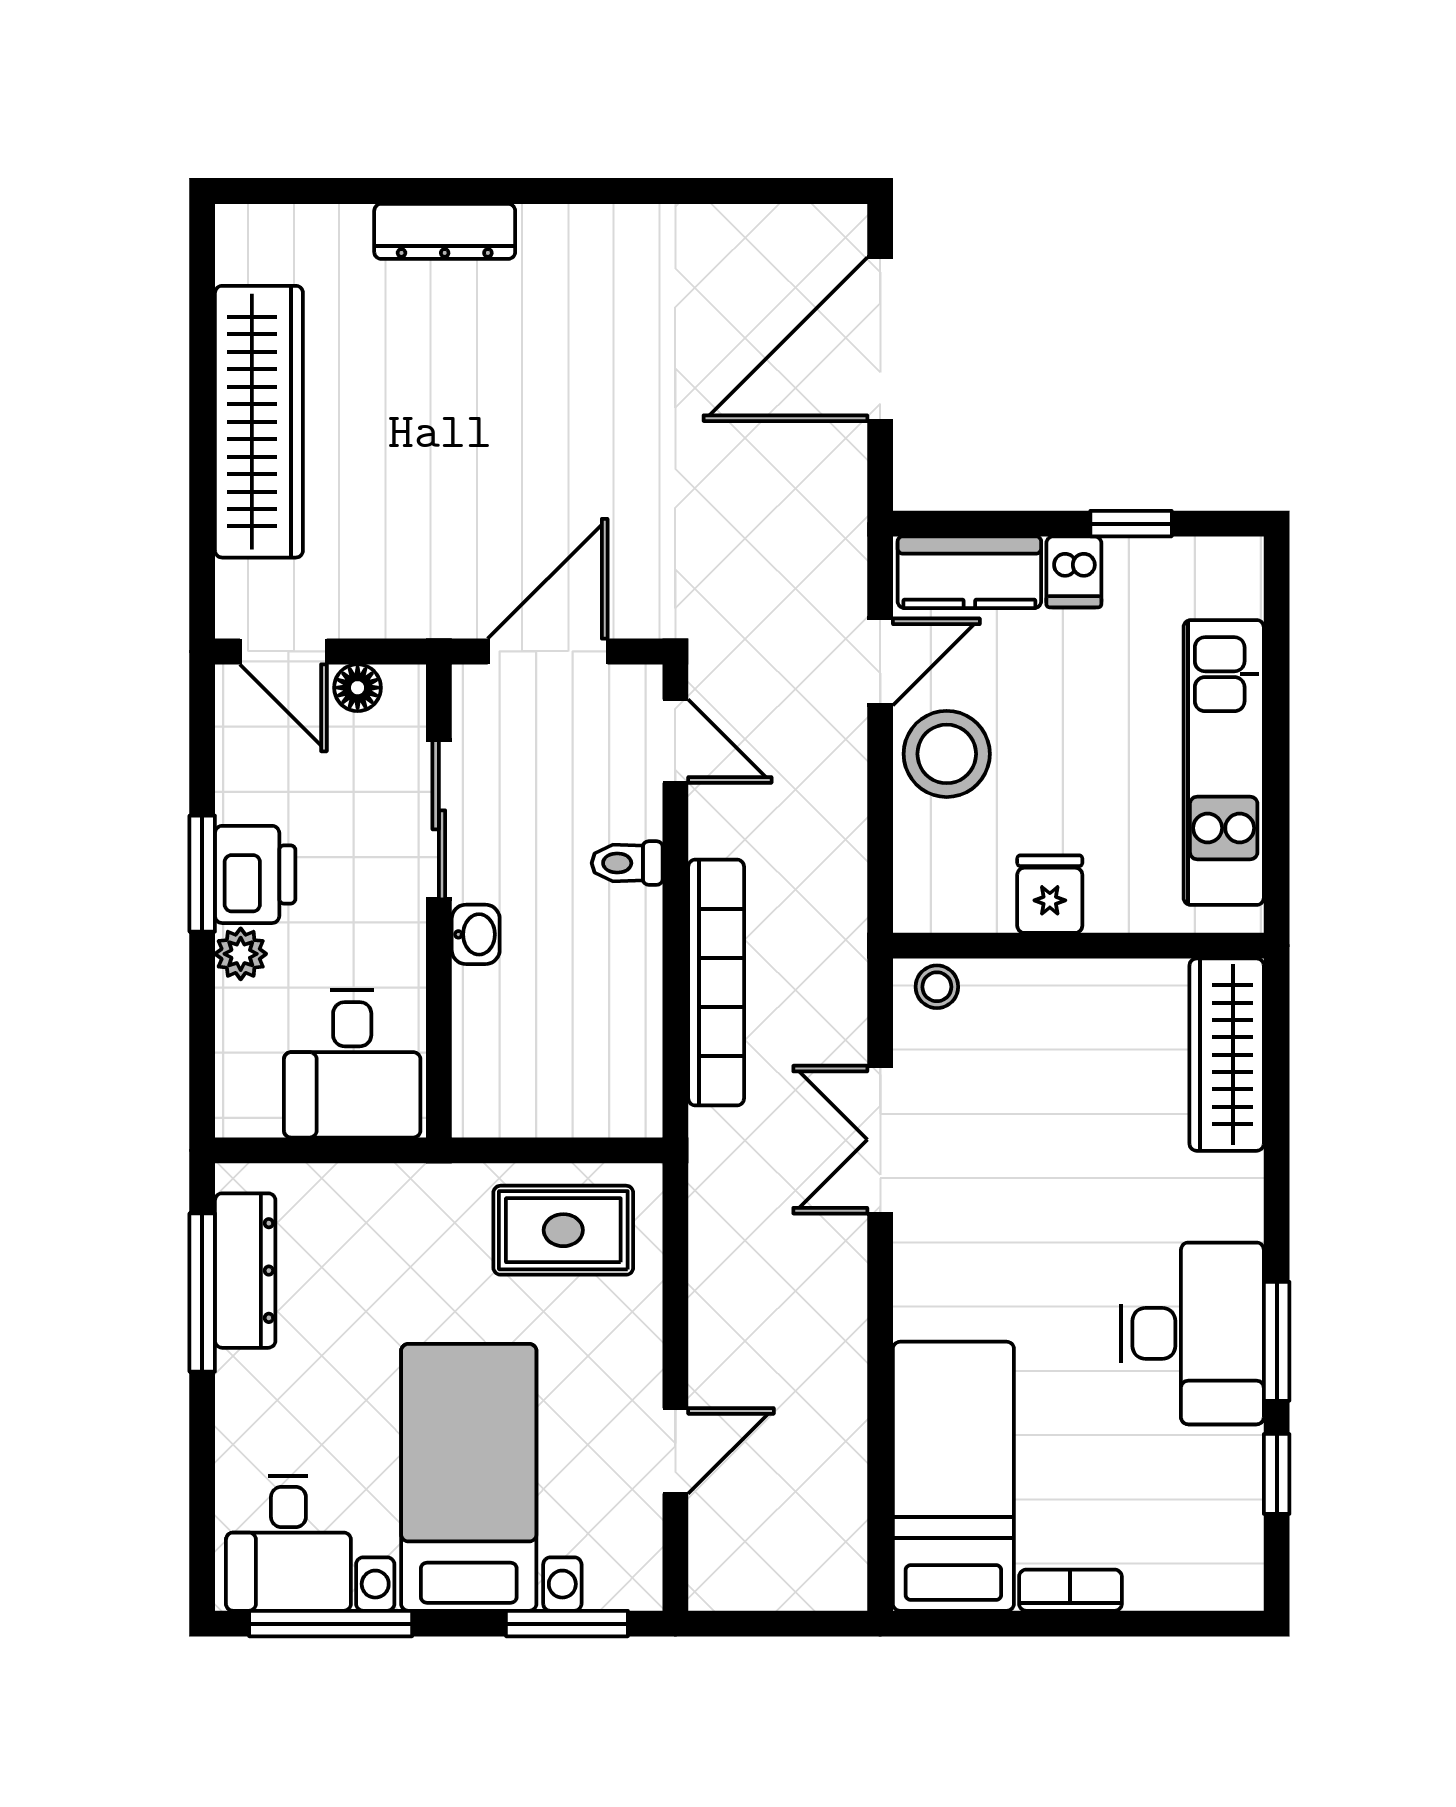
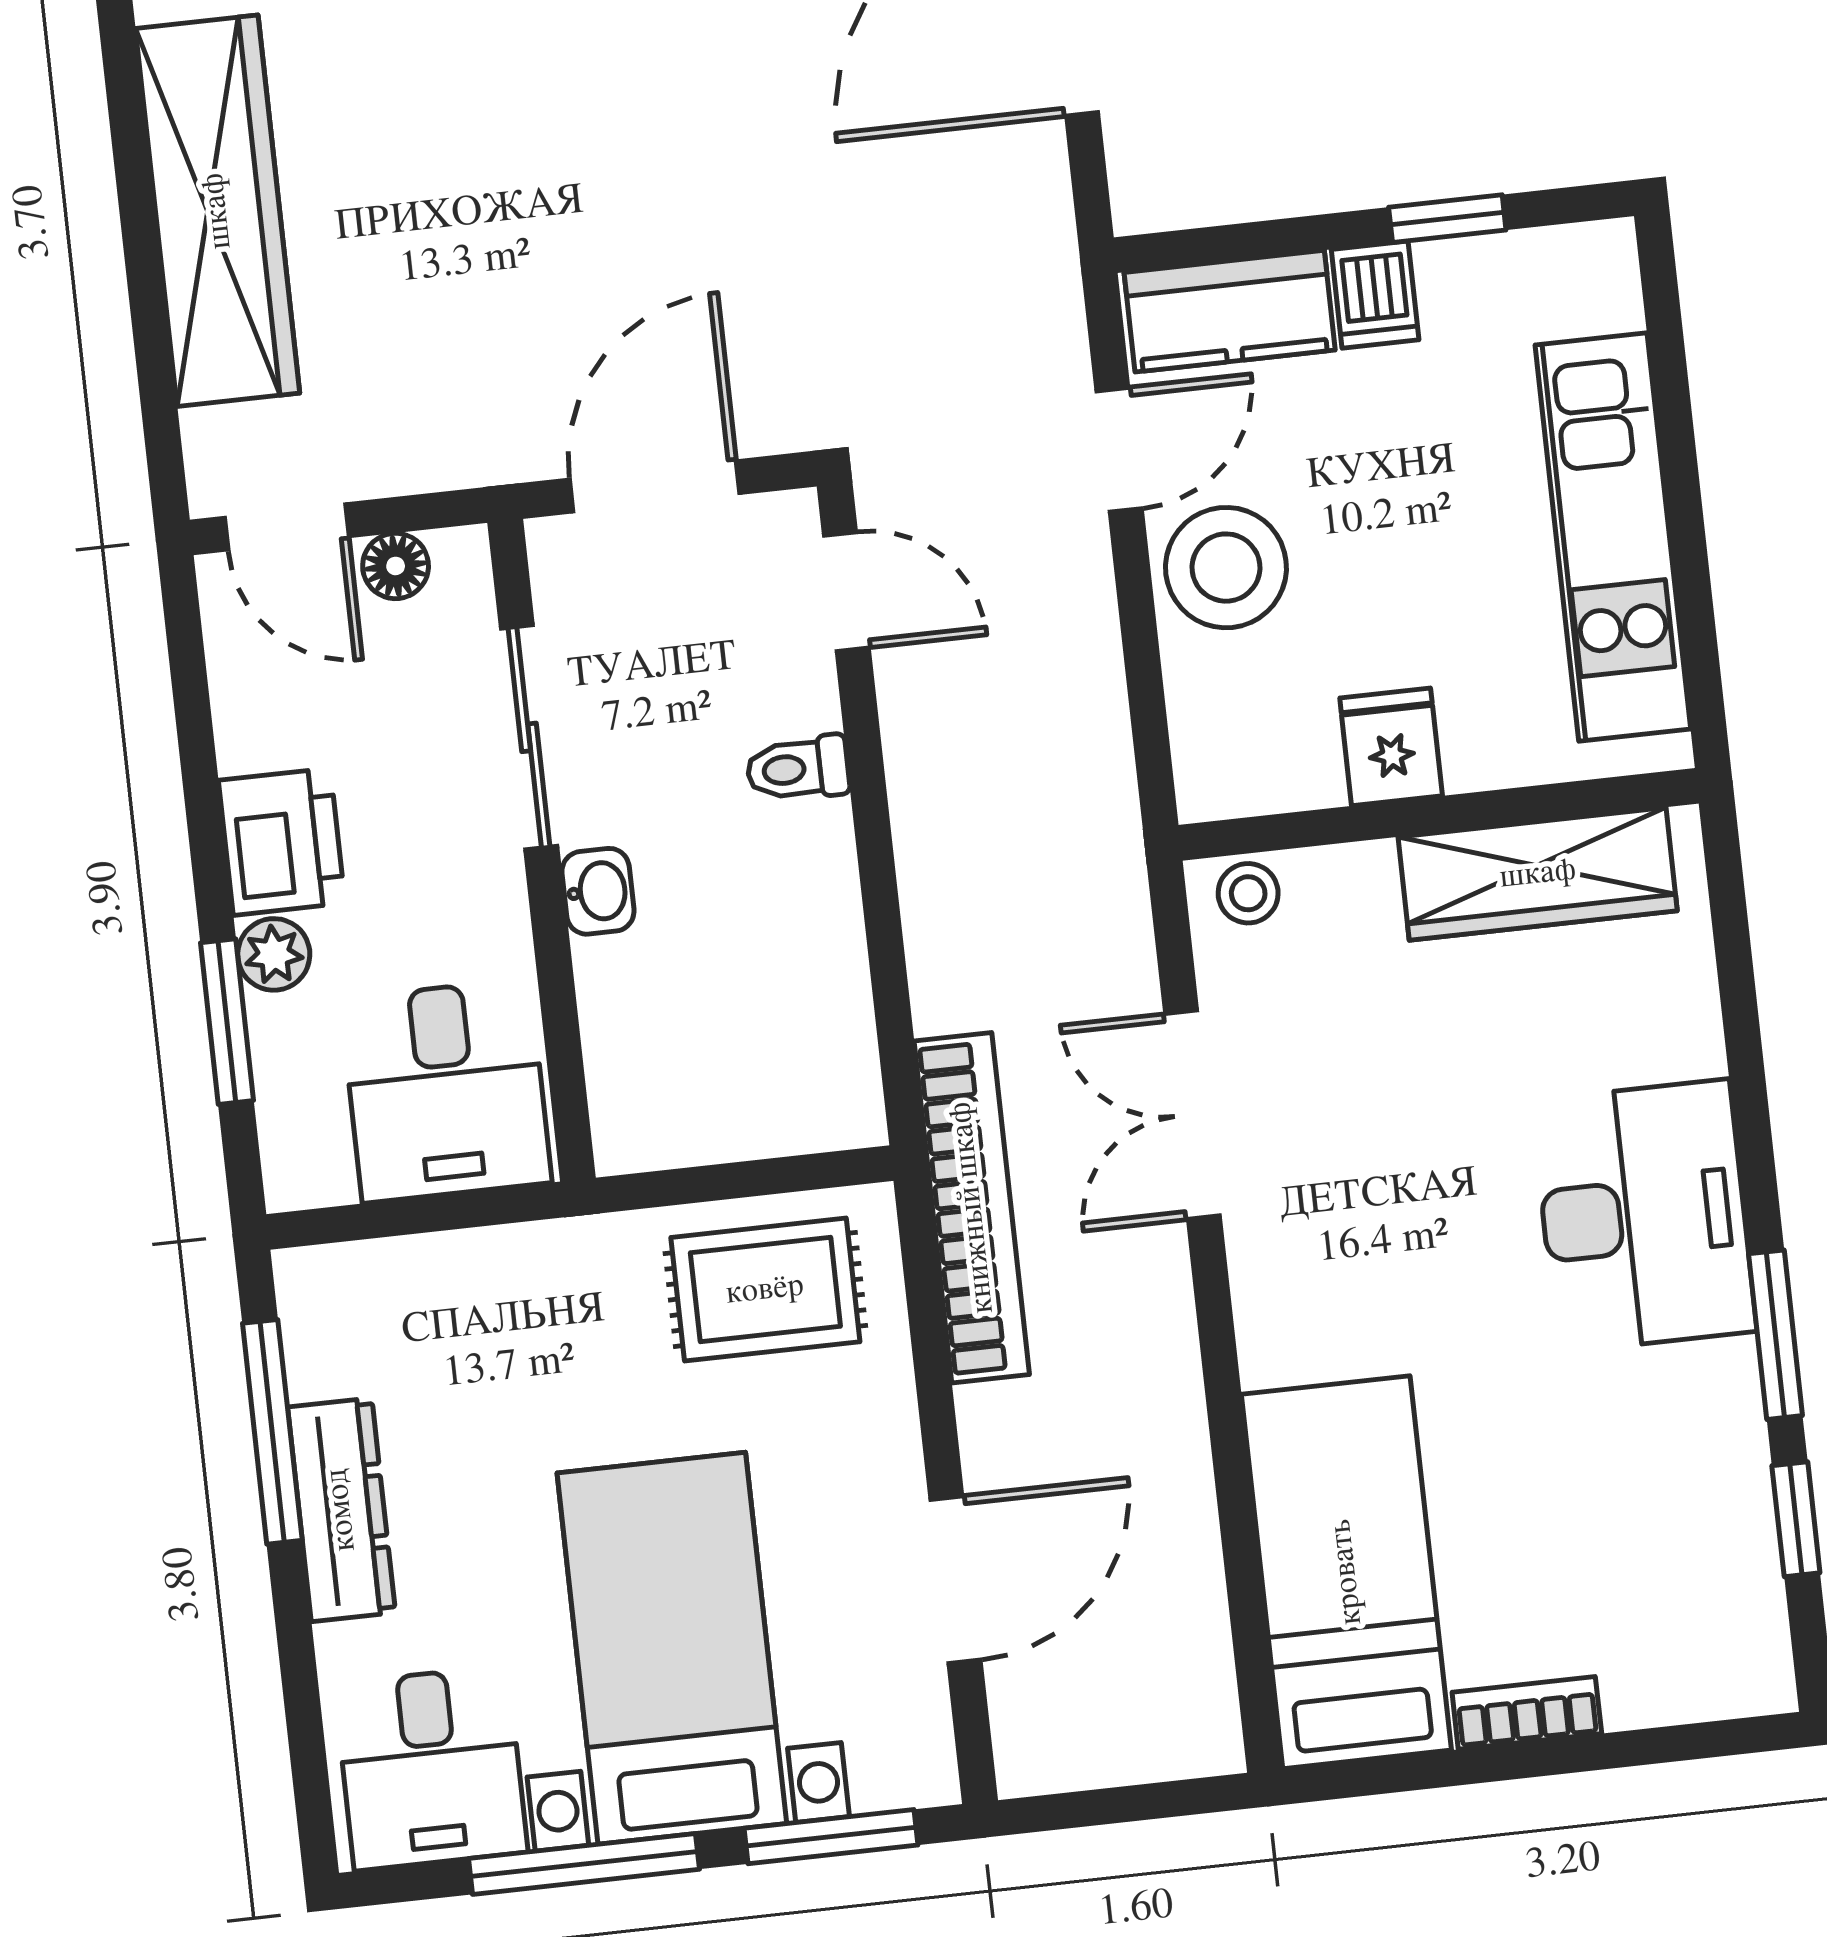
window: (202, 874) -> (227, 1022), moved
bookcase: (716, 983) -> (972, 1208), moved
wardrobe: (1227, 1055) -> (1538, 874), moved, turned -90
dresser: (245, 1271) -> (341, 1510), moved
desk: (1192, 1333) -> (1644, 1216), moved
door: (675, 1451) -> (955, 1580), width x1.38
window: (331, 1624) -> (584, 1864), moved

